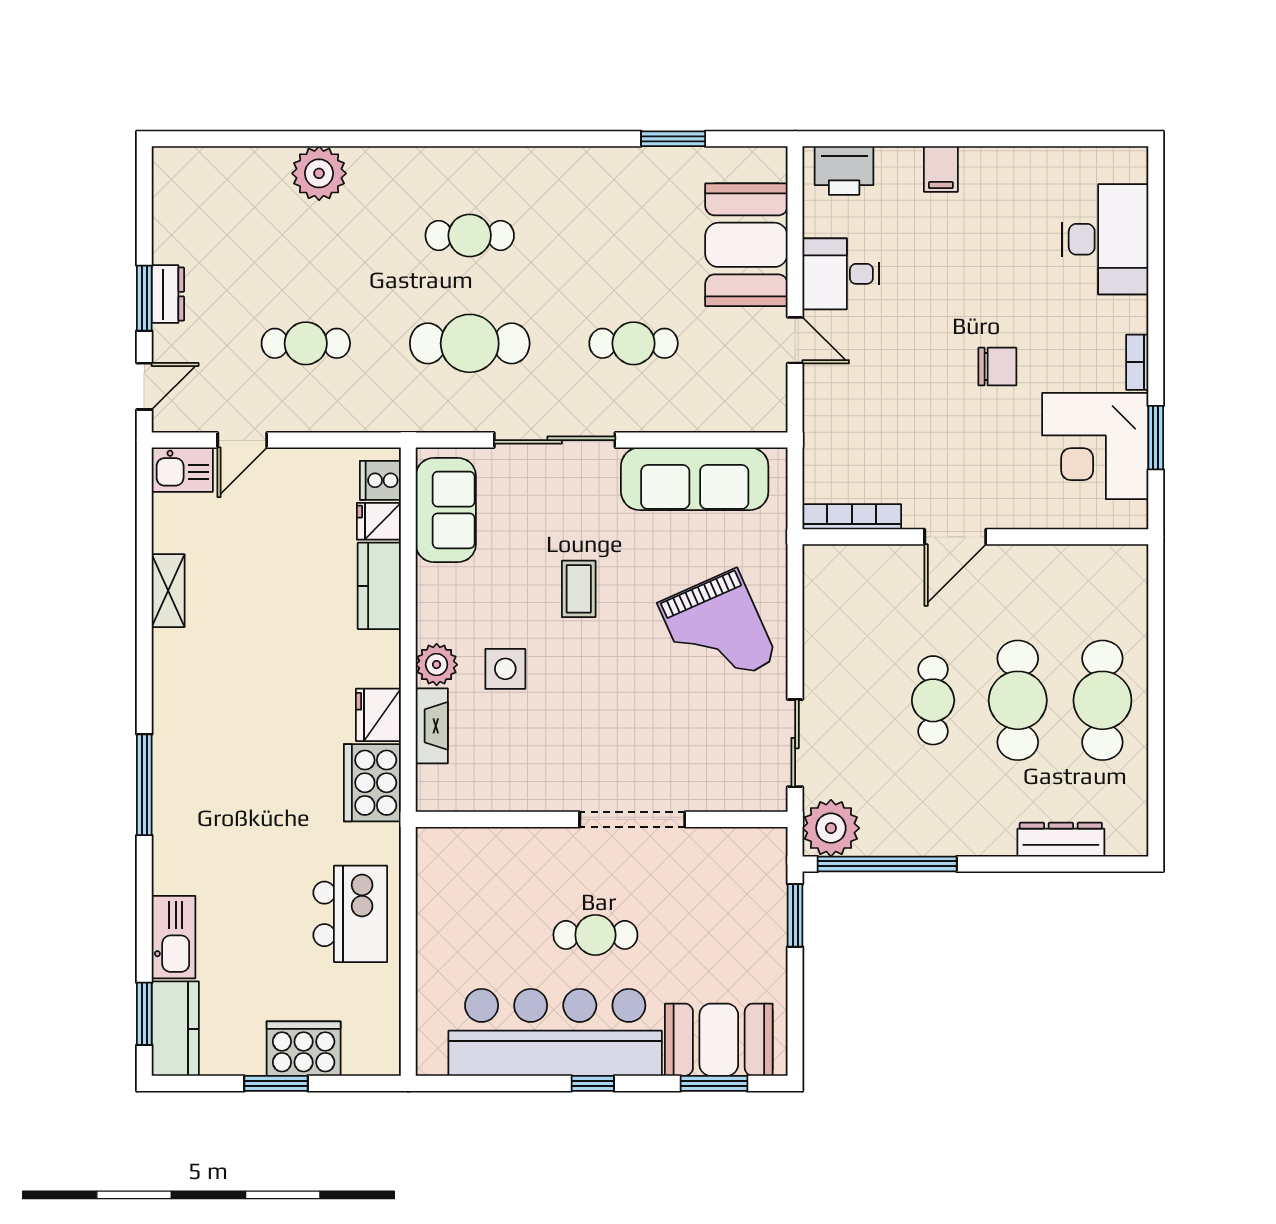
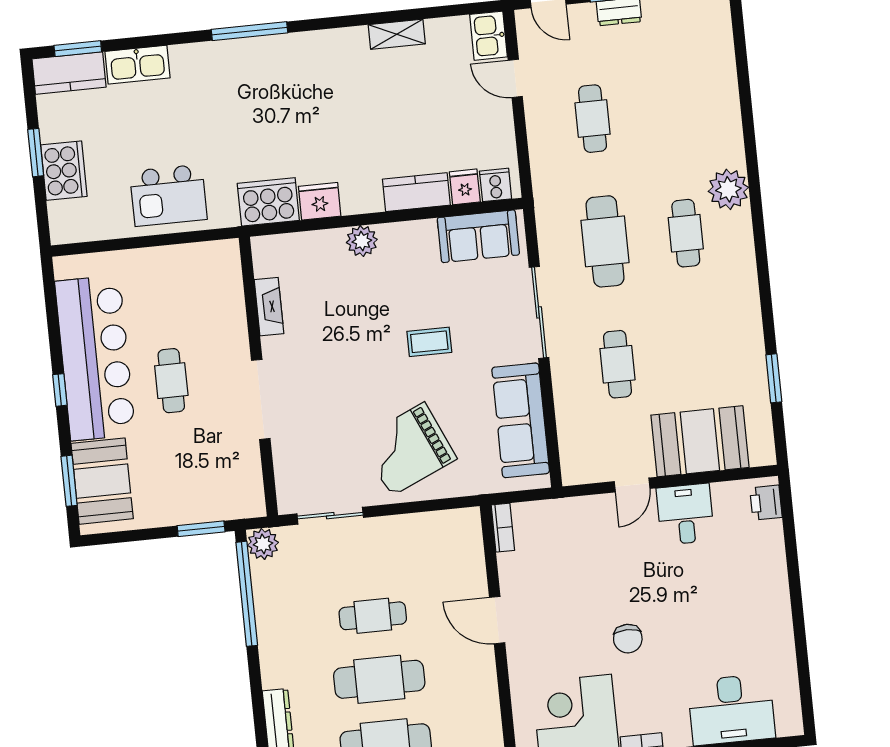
filing cabinet: (941, 169) -> (771, 581), removed
printer: (844, 171) -> (766, 503), width x0.73, depth x0.81
plant: (319, 173) -> (728, 189), moved
bookcase: (852, 517) -> (503, 528), width x0.64
side table: (505, 669) -> (364, 293), removed
fireplace: (432, 726) -> (269, 307), moved, turned -90
plant: (831, 828) -> (263, 544), width x0.73, depth x0.73

